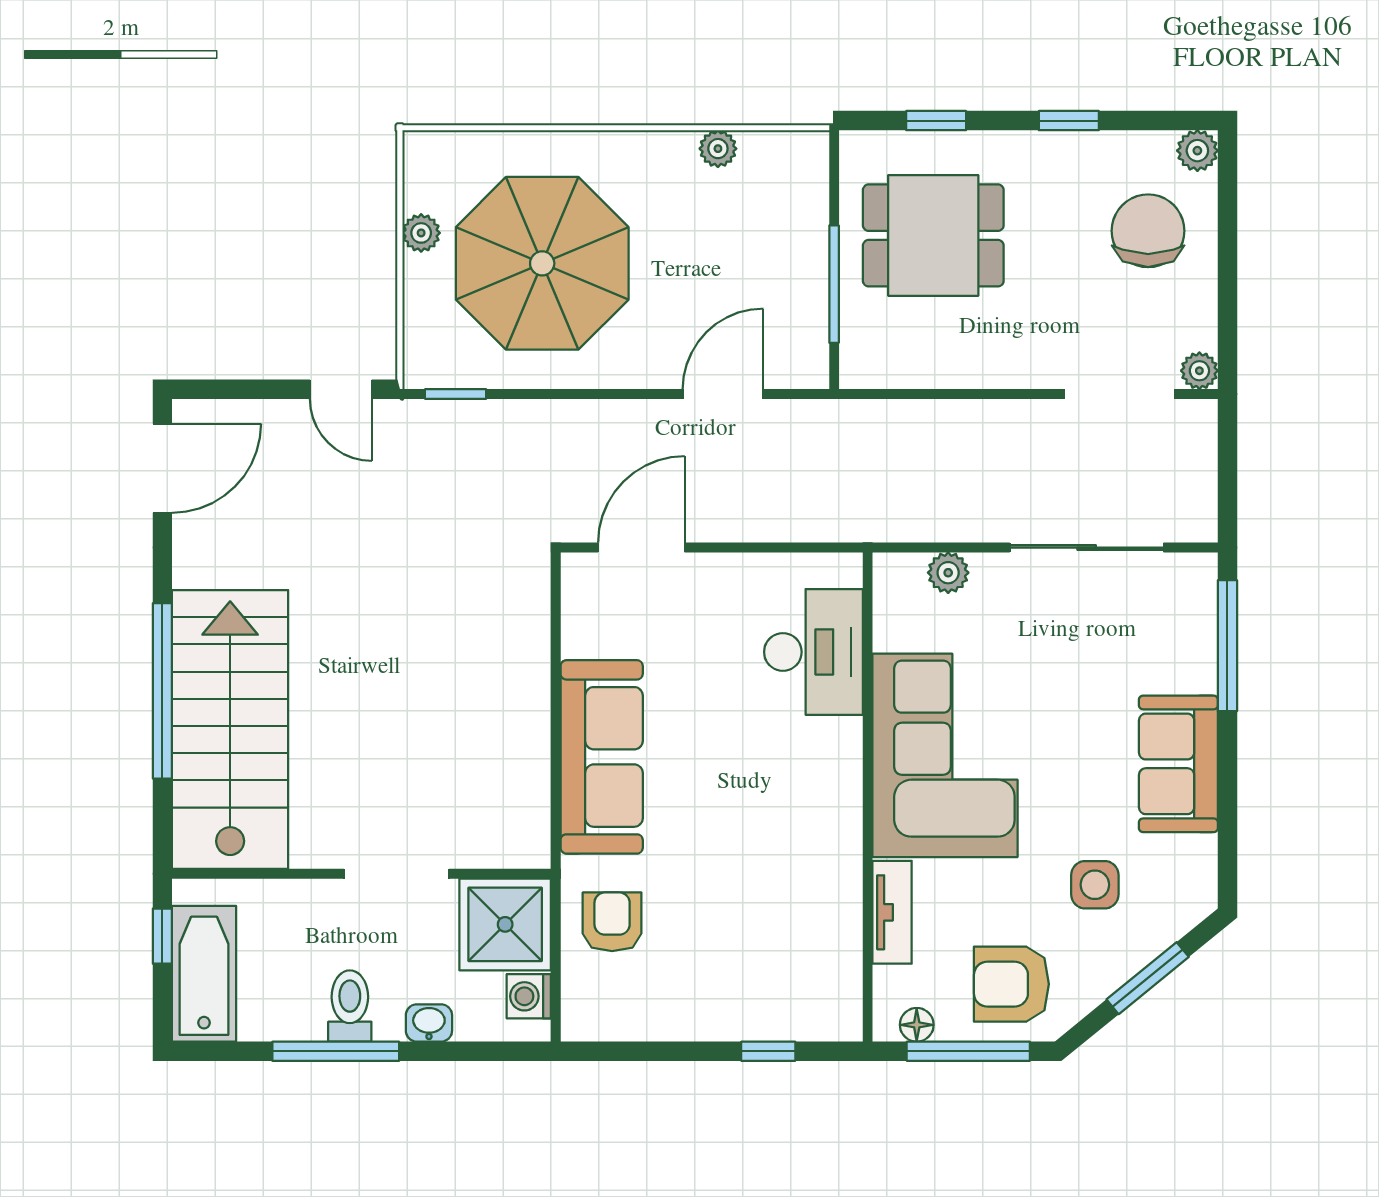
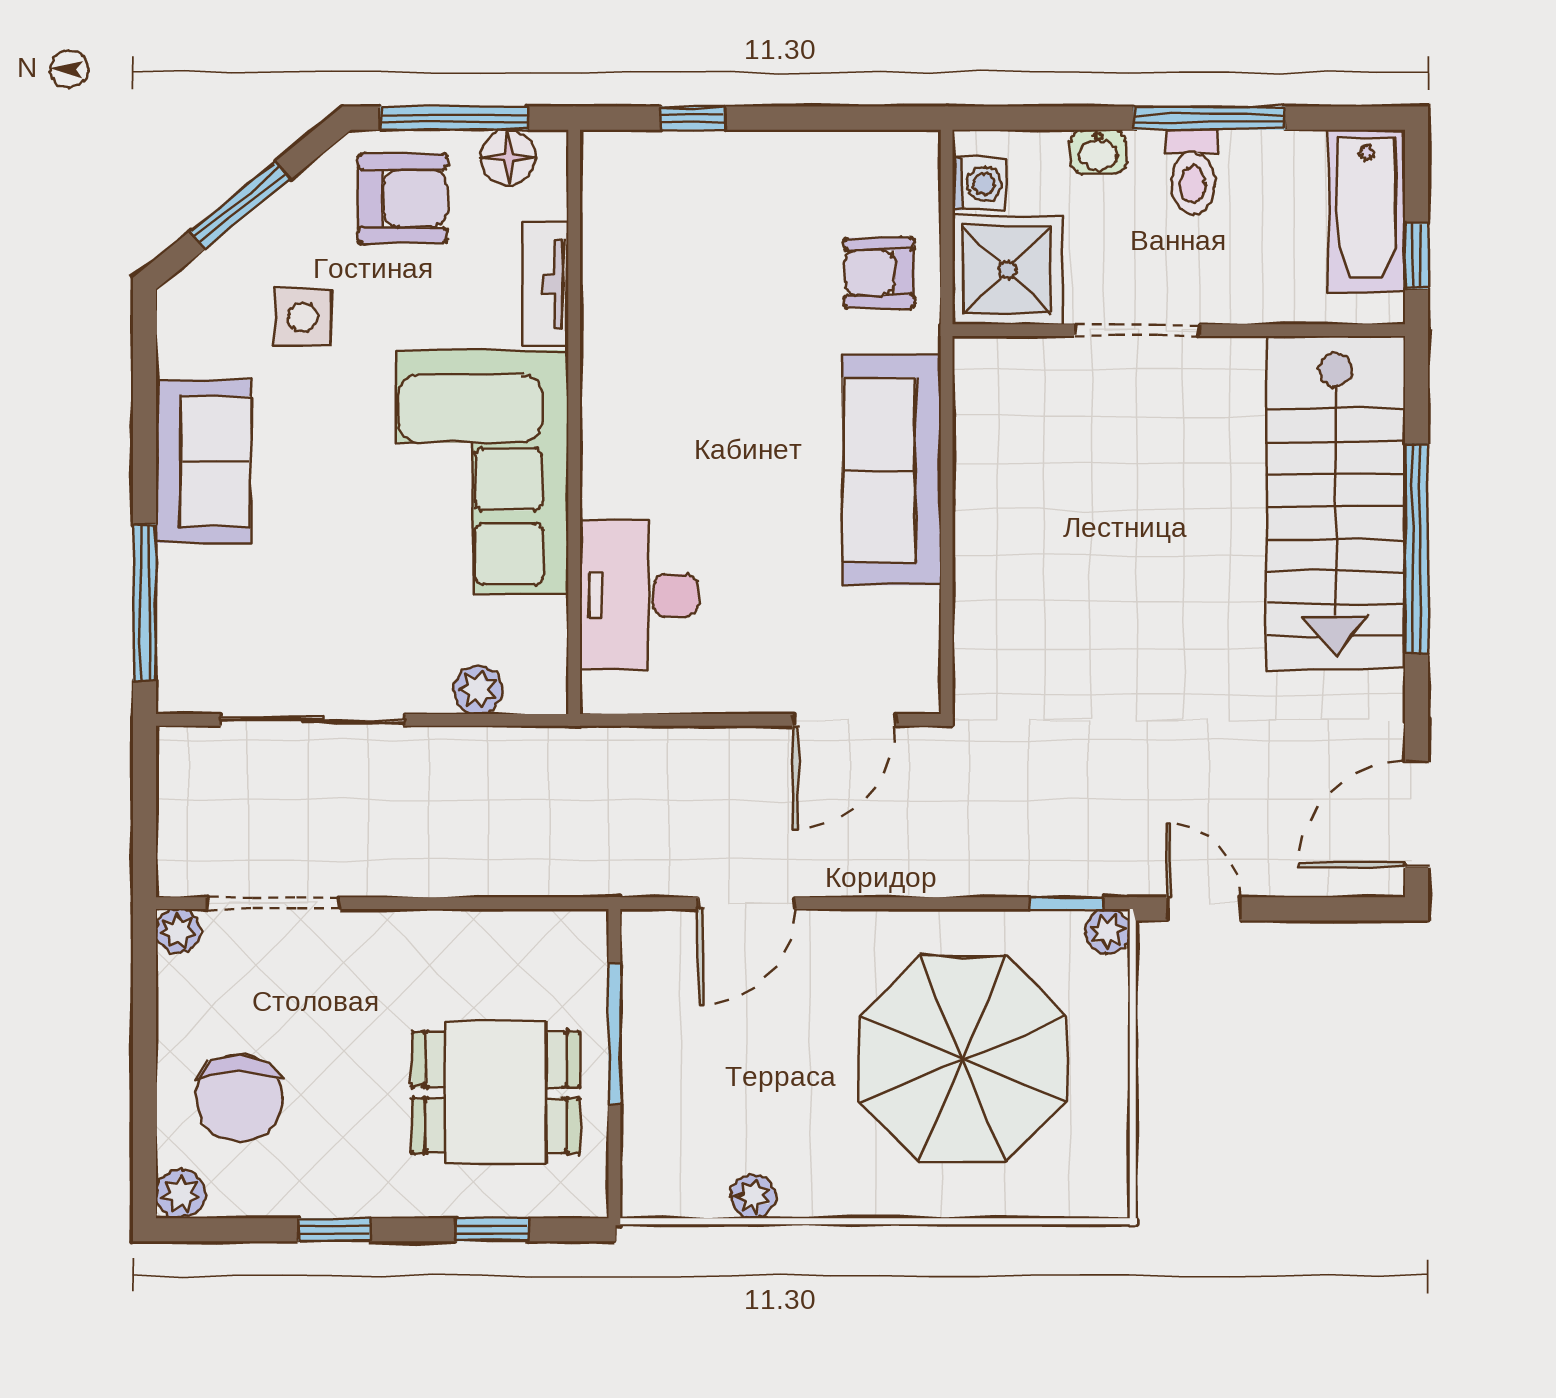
plant: (421, 233) -> (1107, 931), moved
armchair: (612, 922) -> (879, 273), turned 90
floor lamp: (917, 1025) -> (508, 157), width x1.37, depth x1.37

